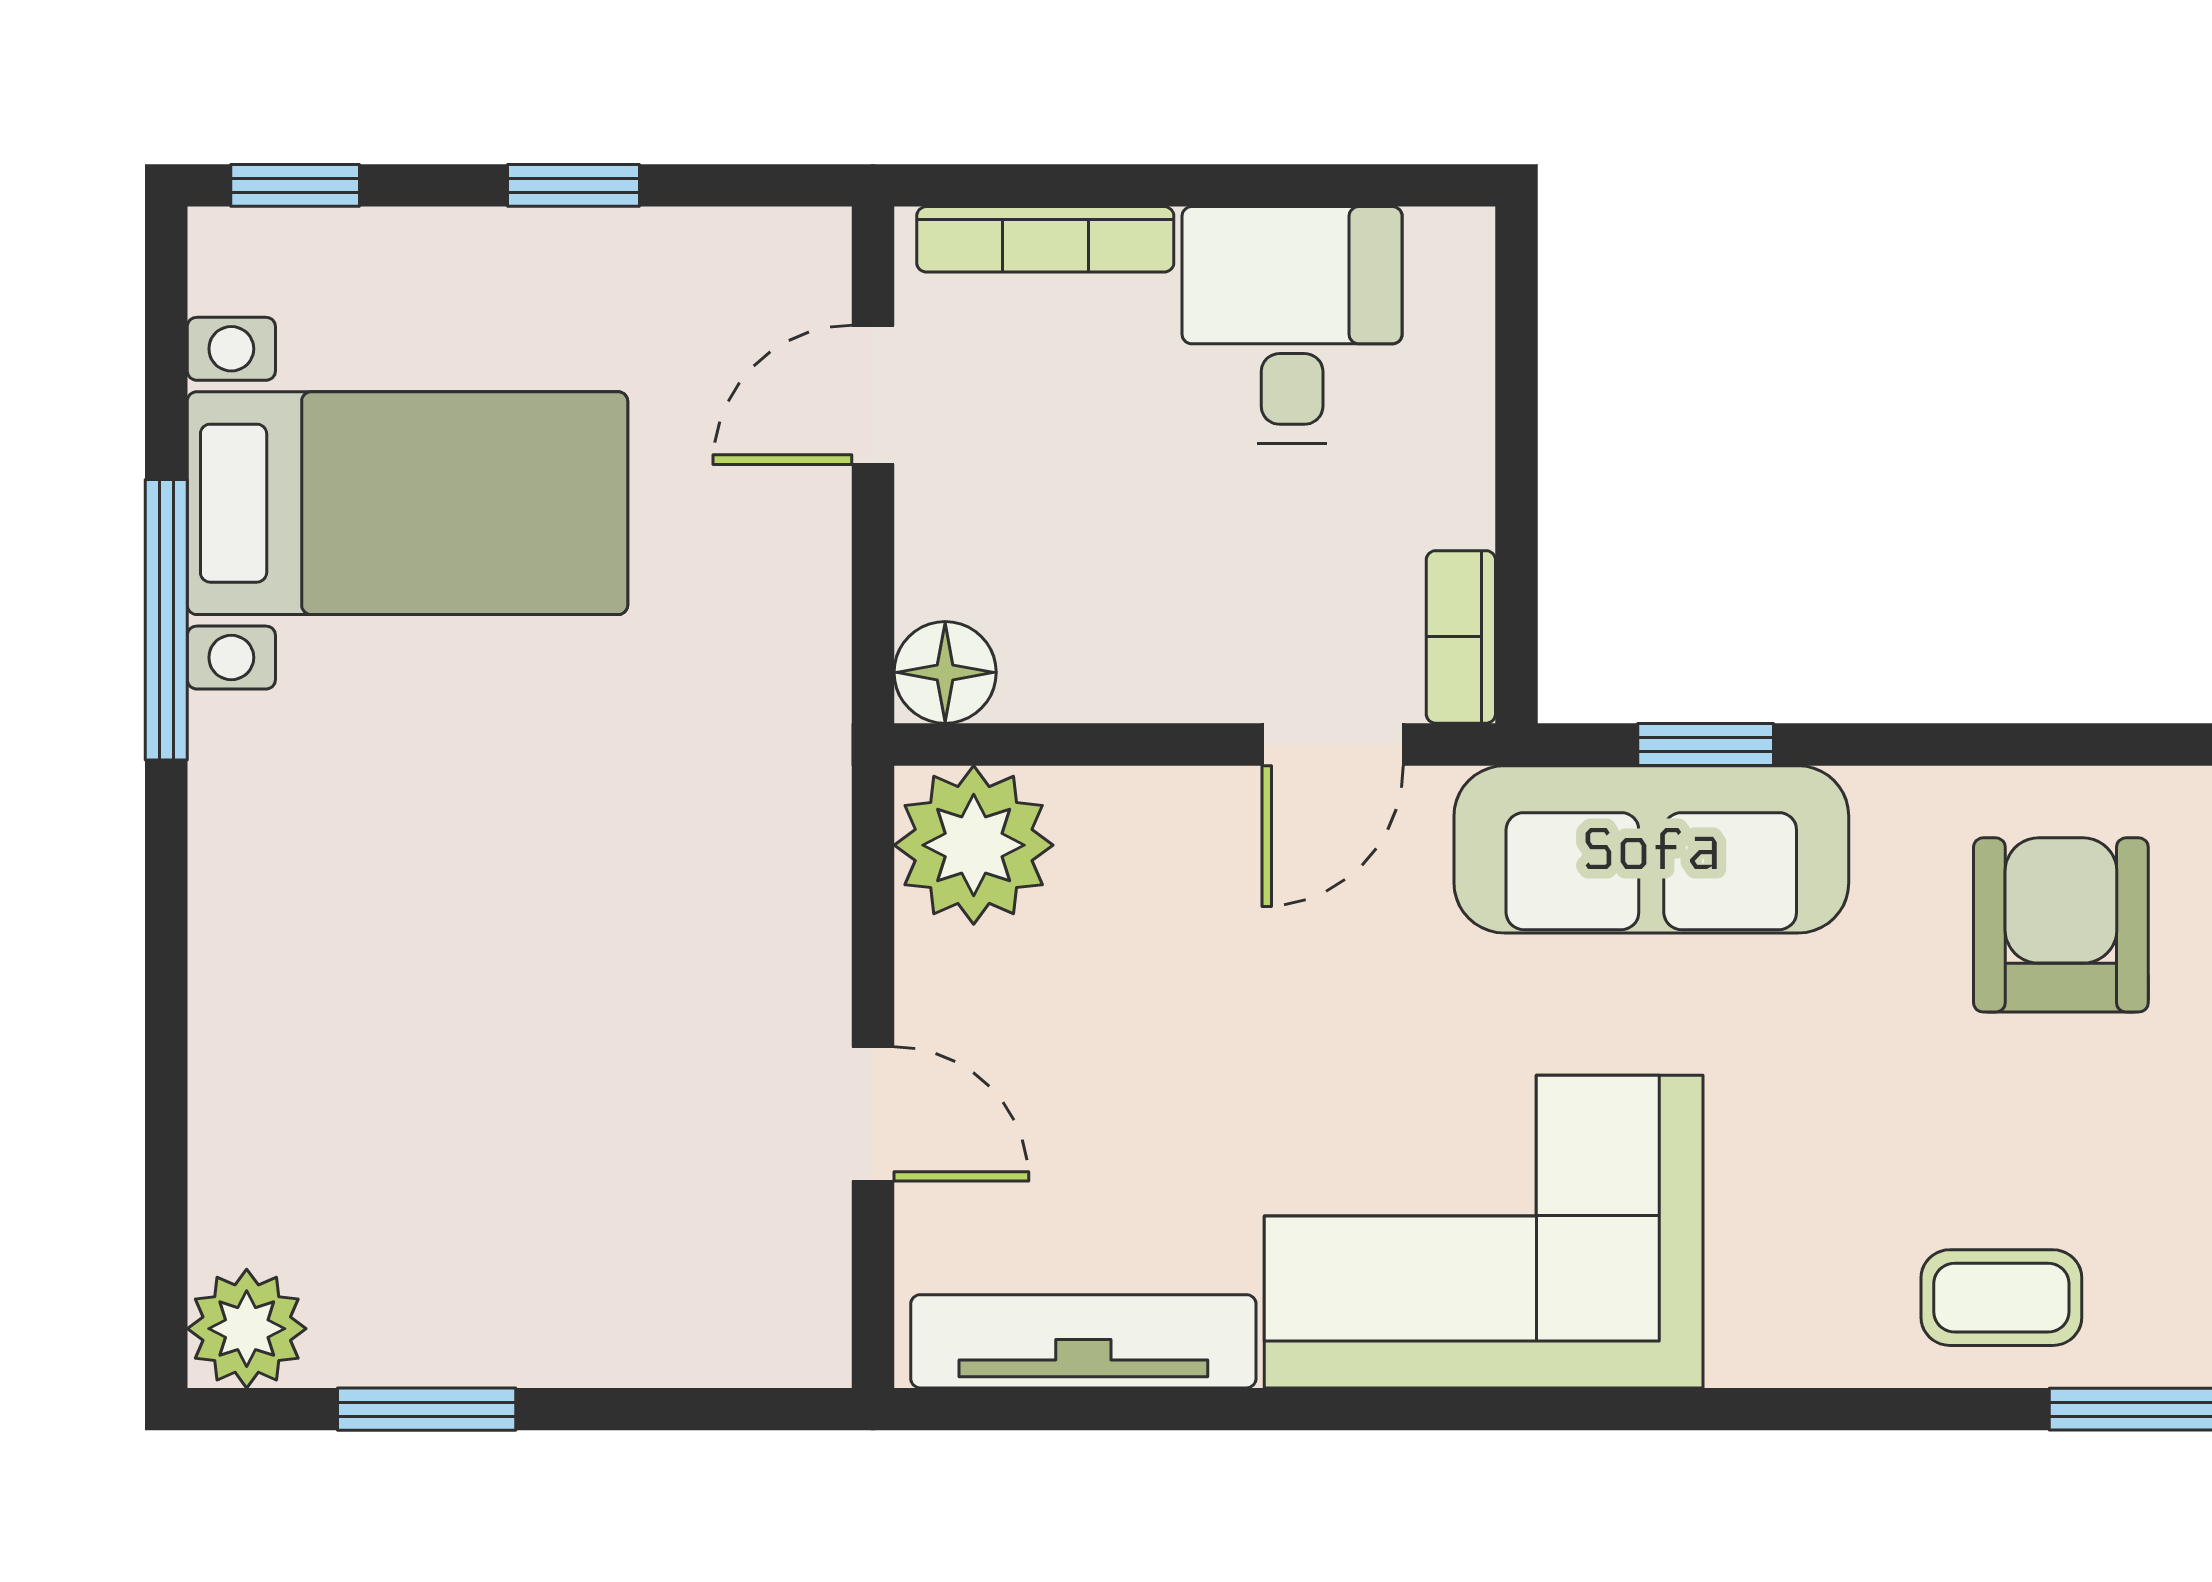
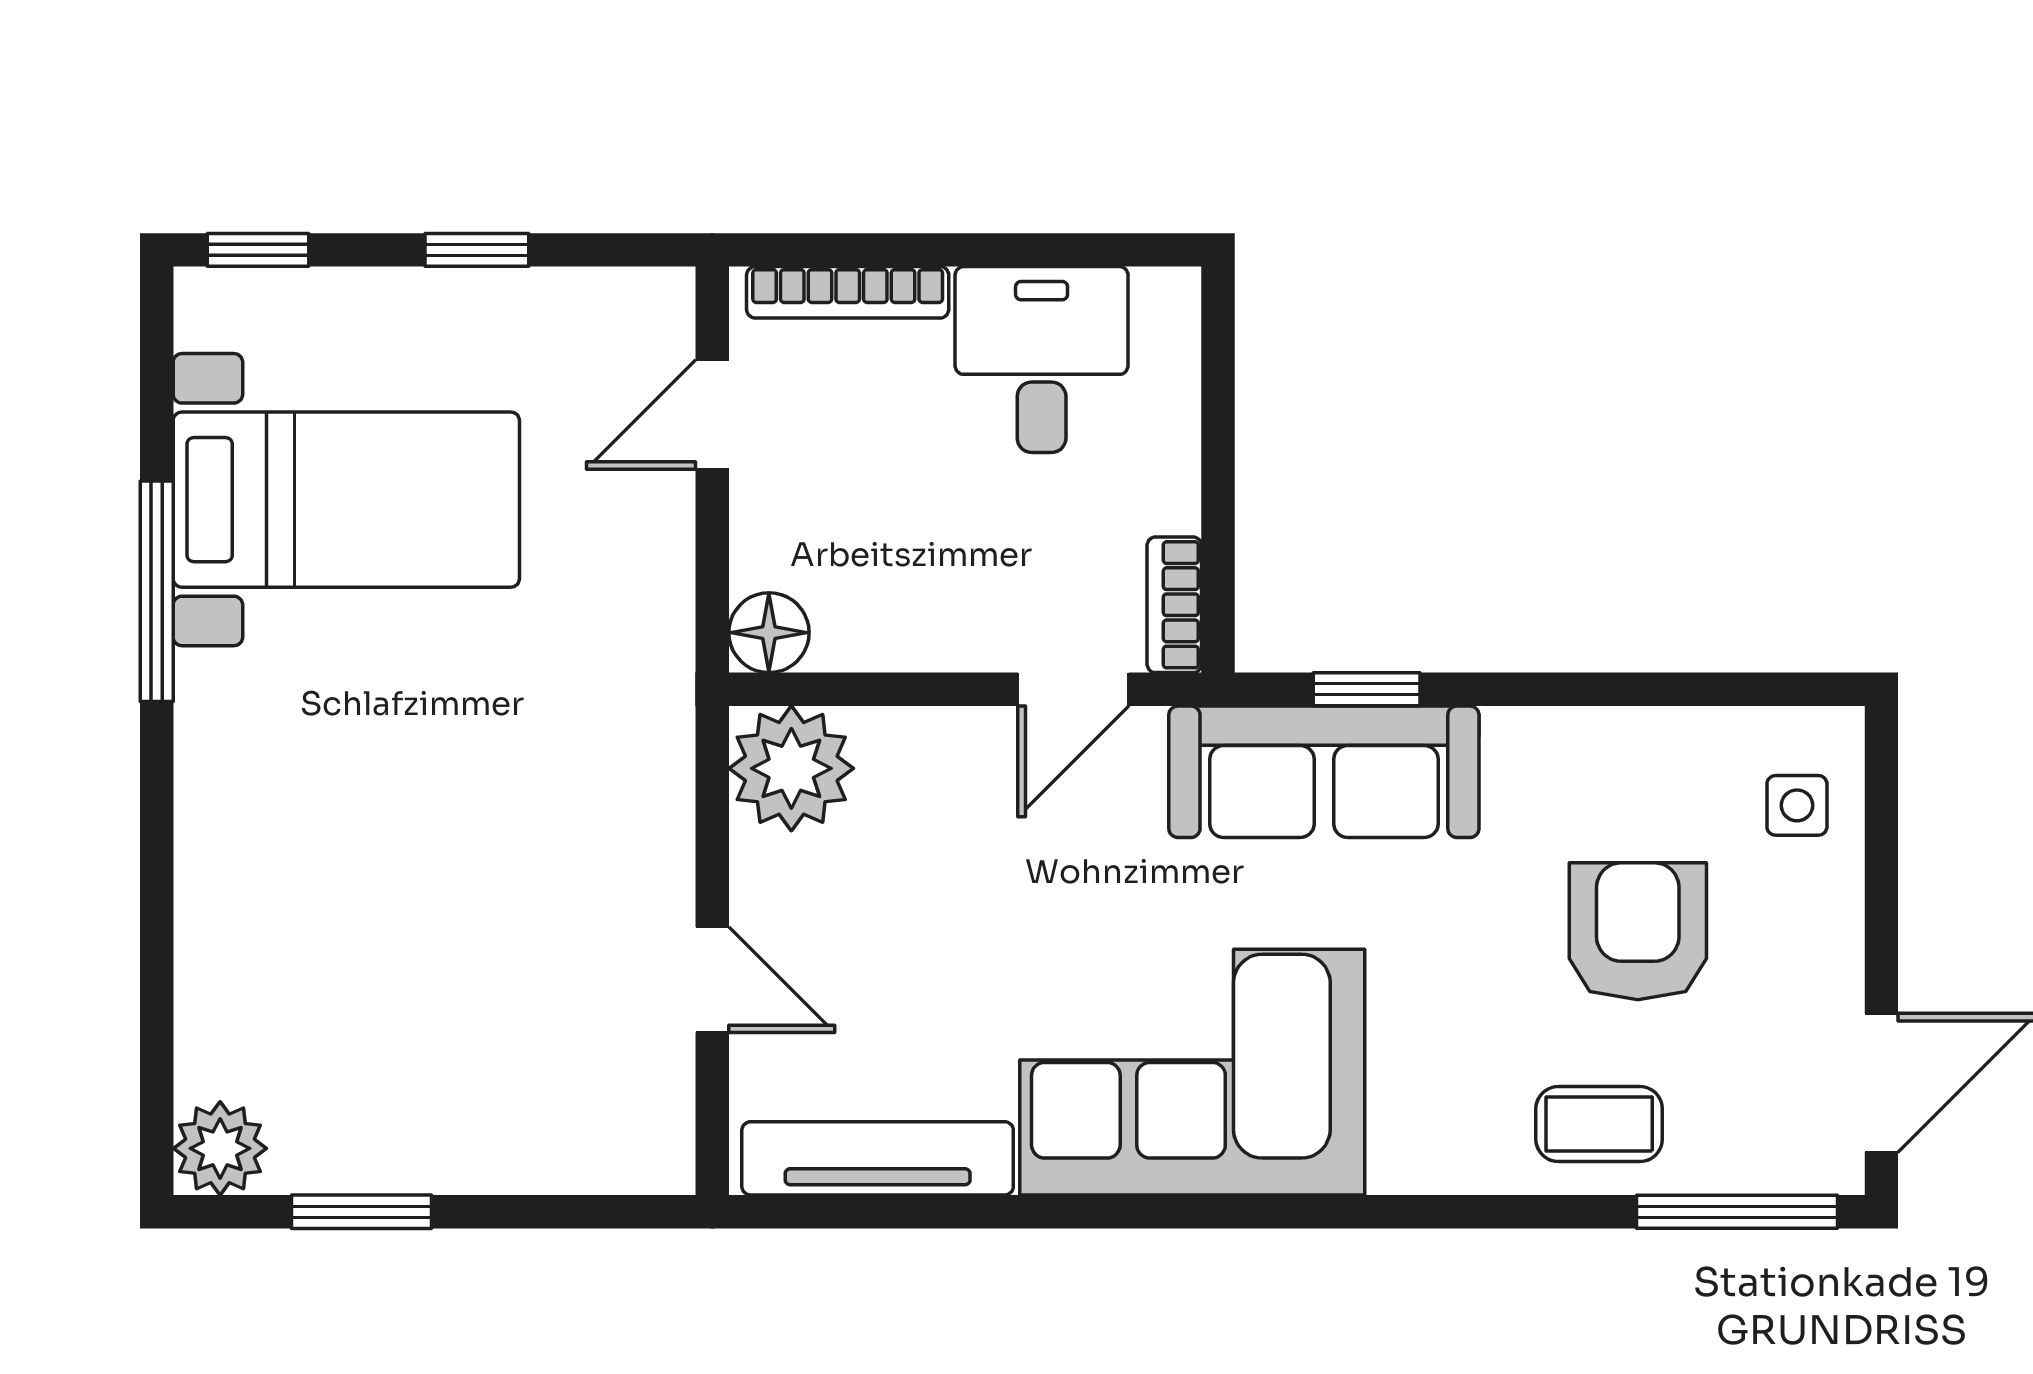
armchair: (2061, 925) -> (1638, 931), moved

